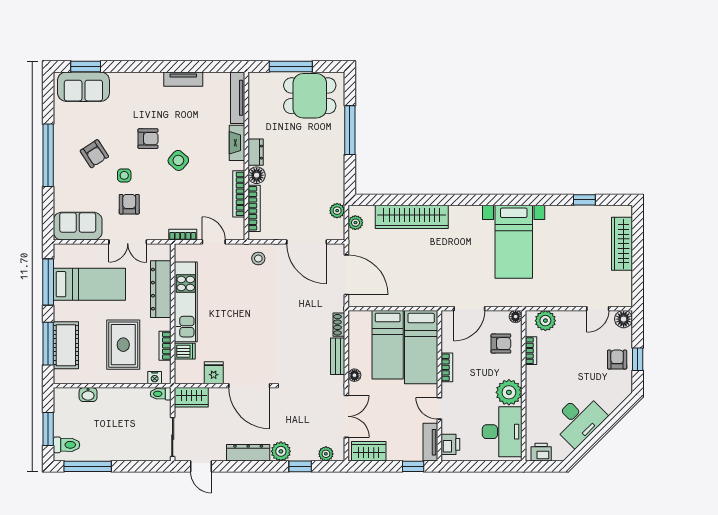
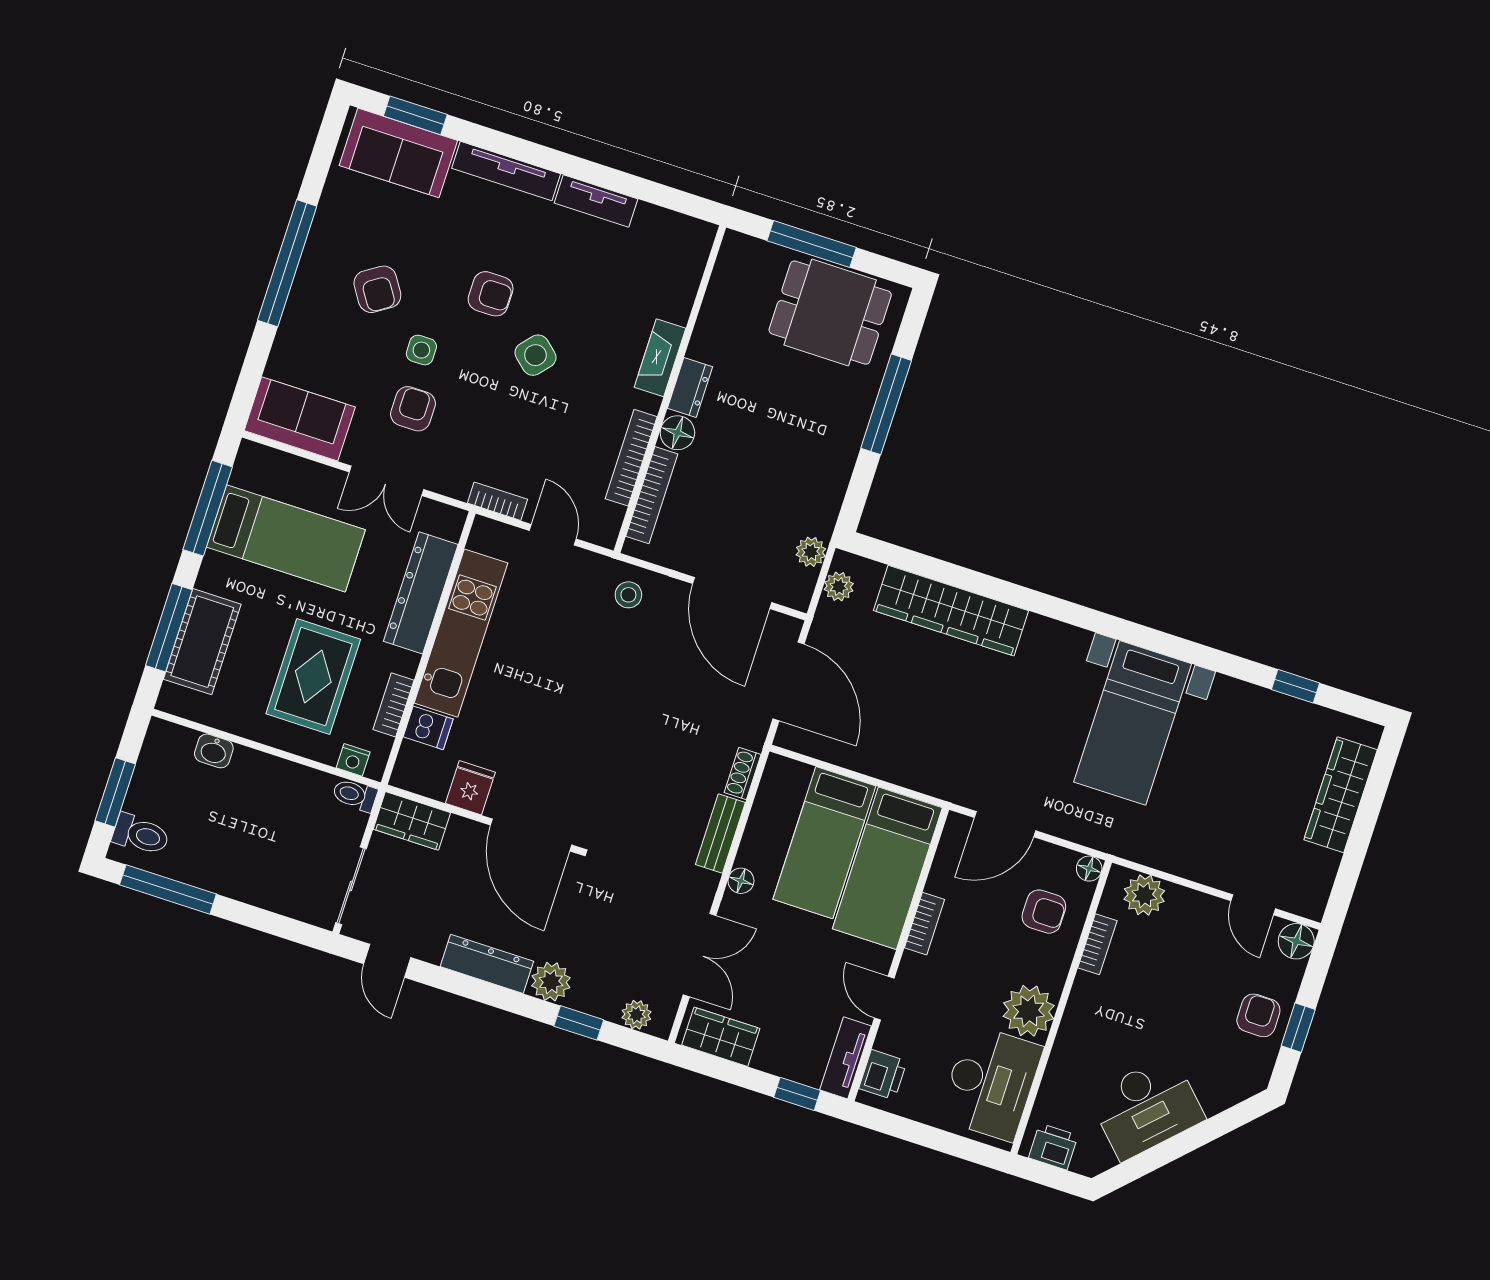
tv unit: (238, 98) -> (506, 171), moved, turned -90
door: (598, 309) -> (1253, 905), hinge flipped

